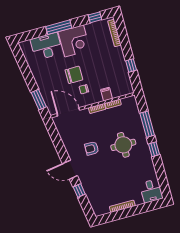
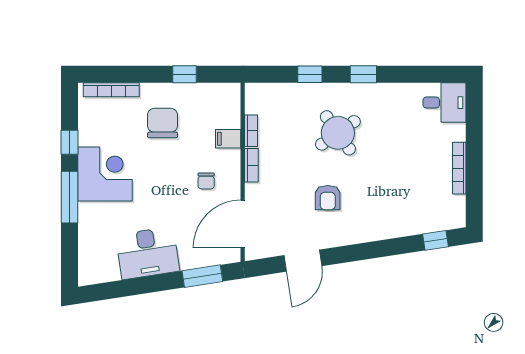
window: (95, 17) -> (69, 142), moved
desk: (46, 46) -> (148, 253), moved, turned -99
chair: (74, 75) -> (163, 123), moved
window: (147, 124) -> (310, 74), width x0.46
round table: (123, 145) -> (338, 133), turned -35
door: (70, 170) -> (303, 261), moved
window: (79, 191) -> (436, 240), moved

